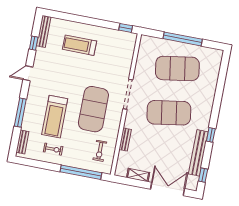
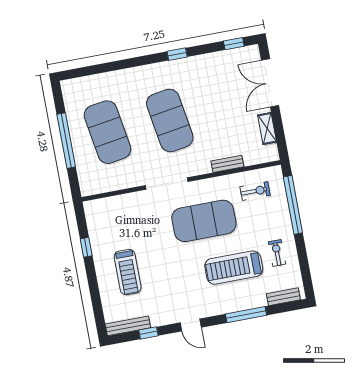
window: (126, 28) -> (86, 247), moved
treadmill: (55, 117) -> (234, 268), turned 180
bench: (198, 153) -> (207, 61), removed

